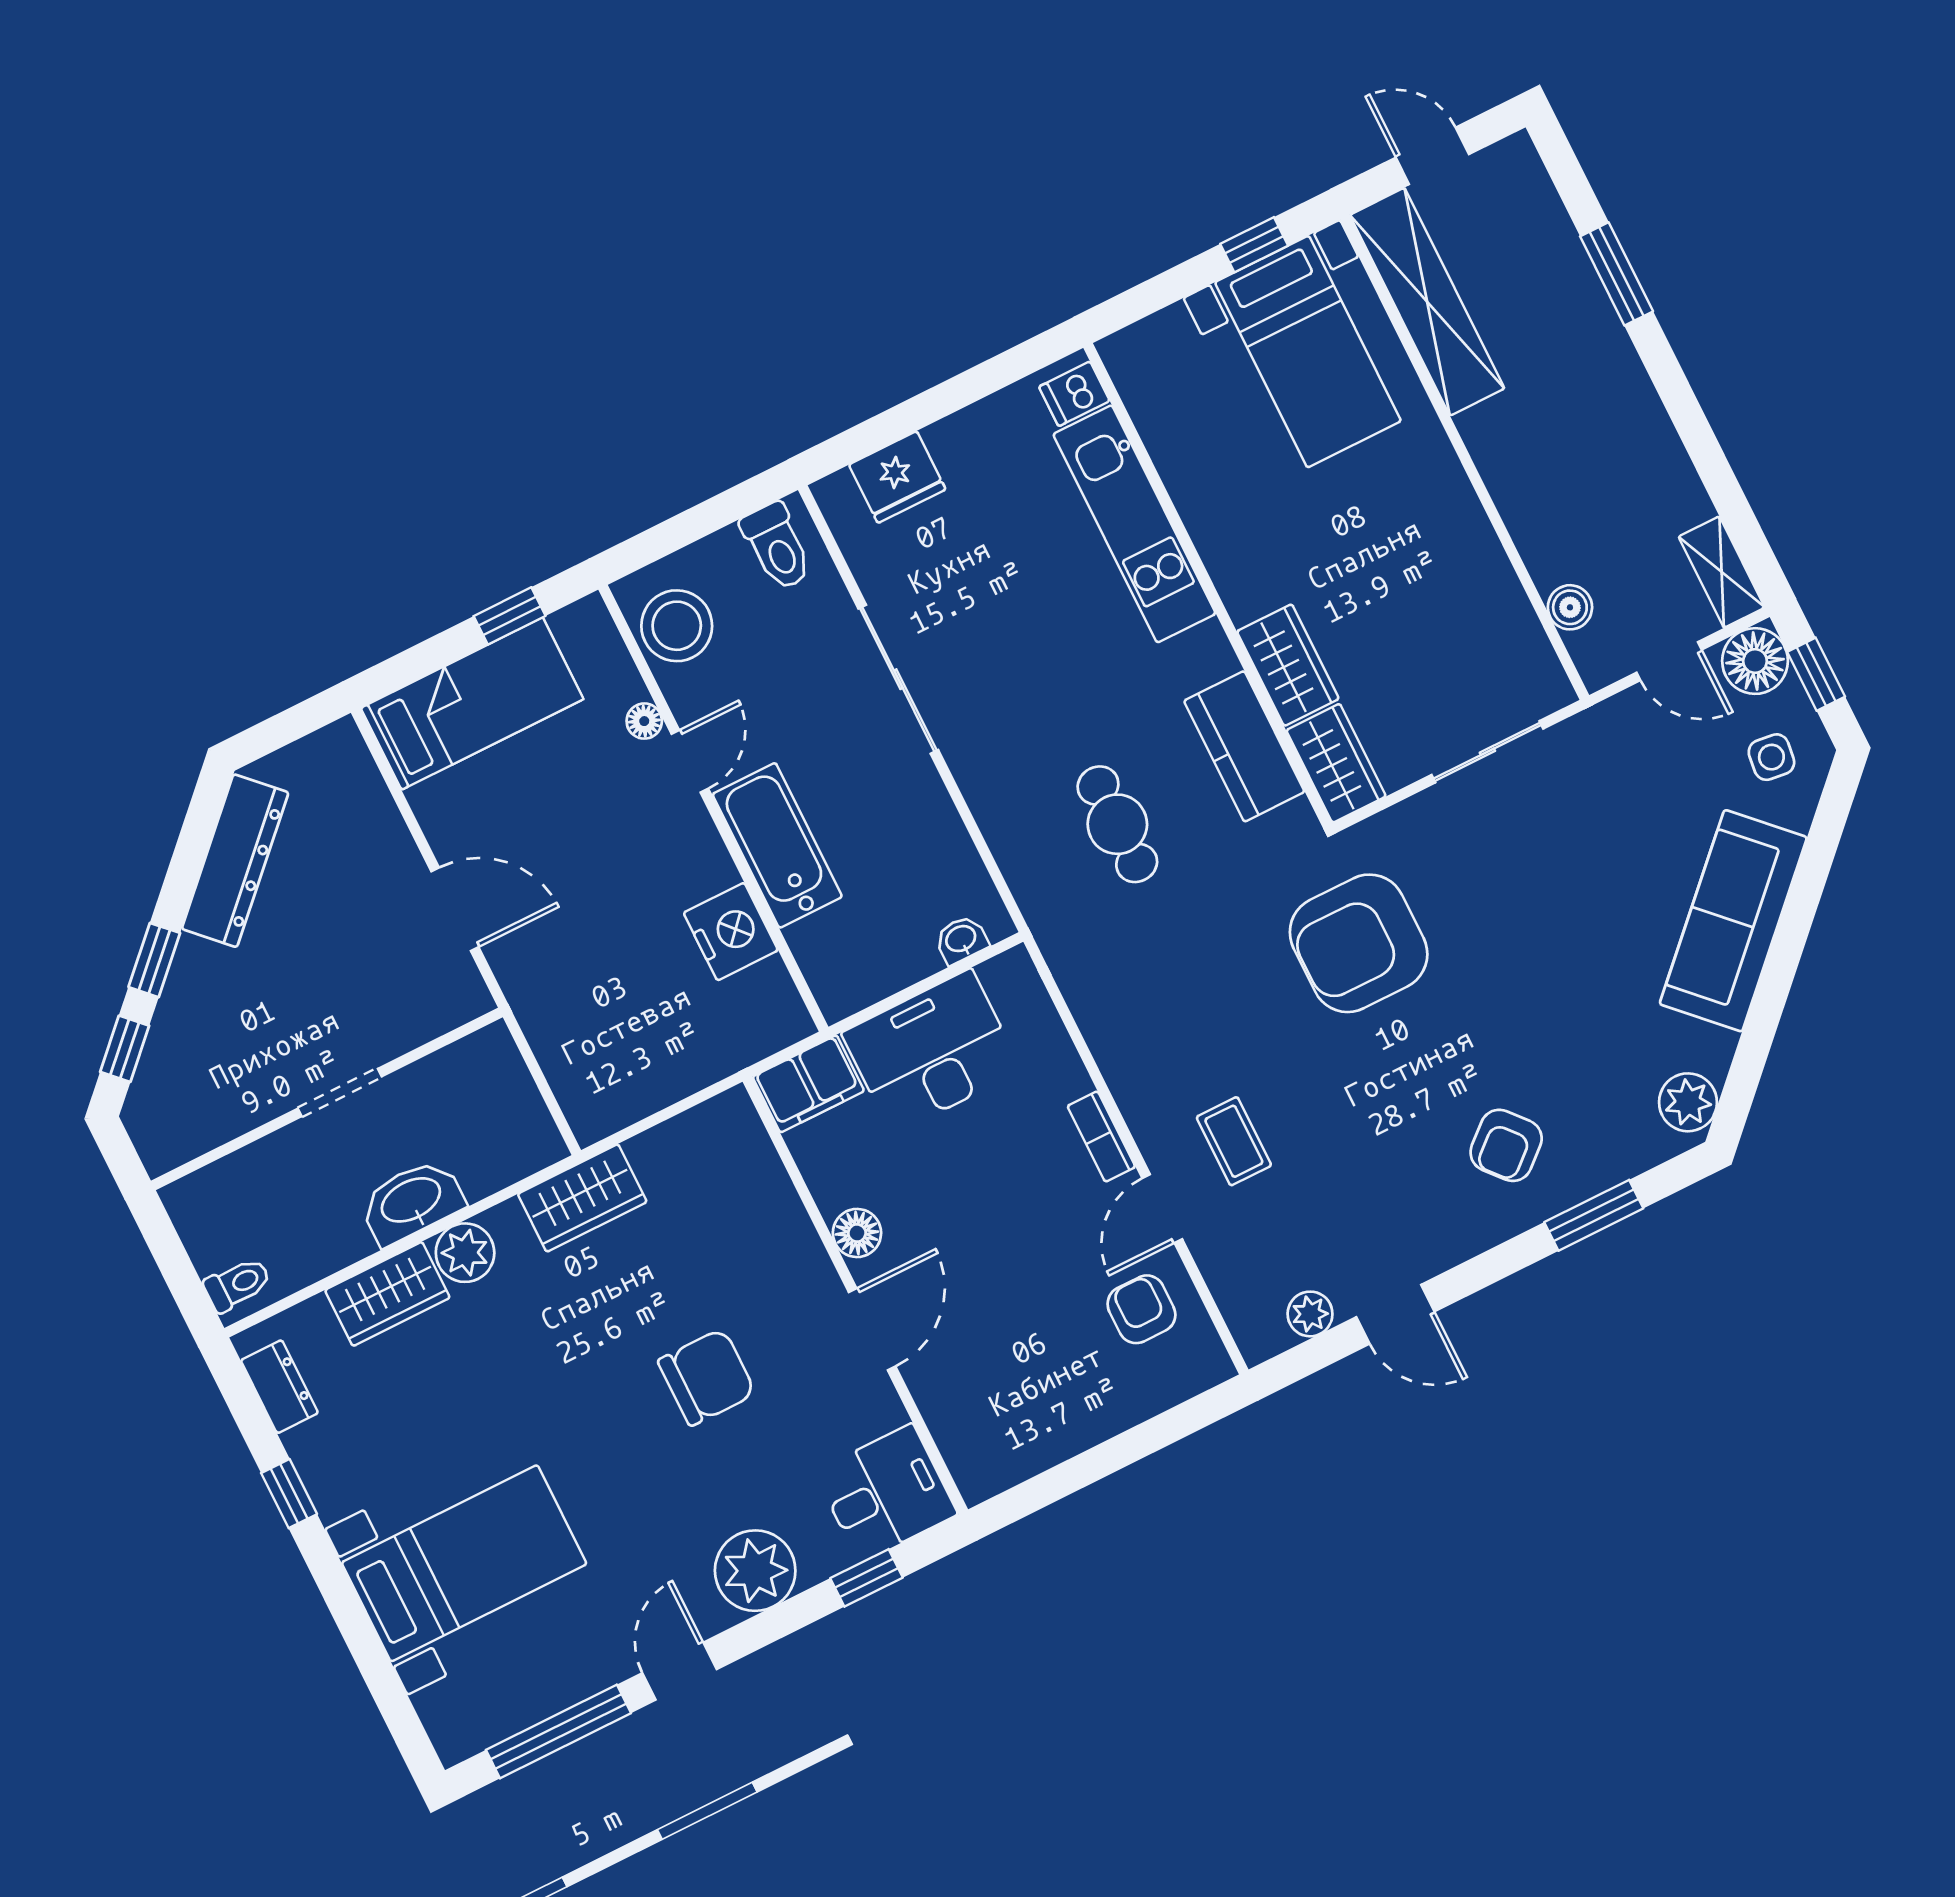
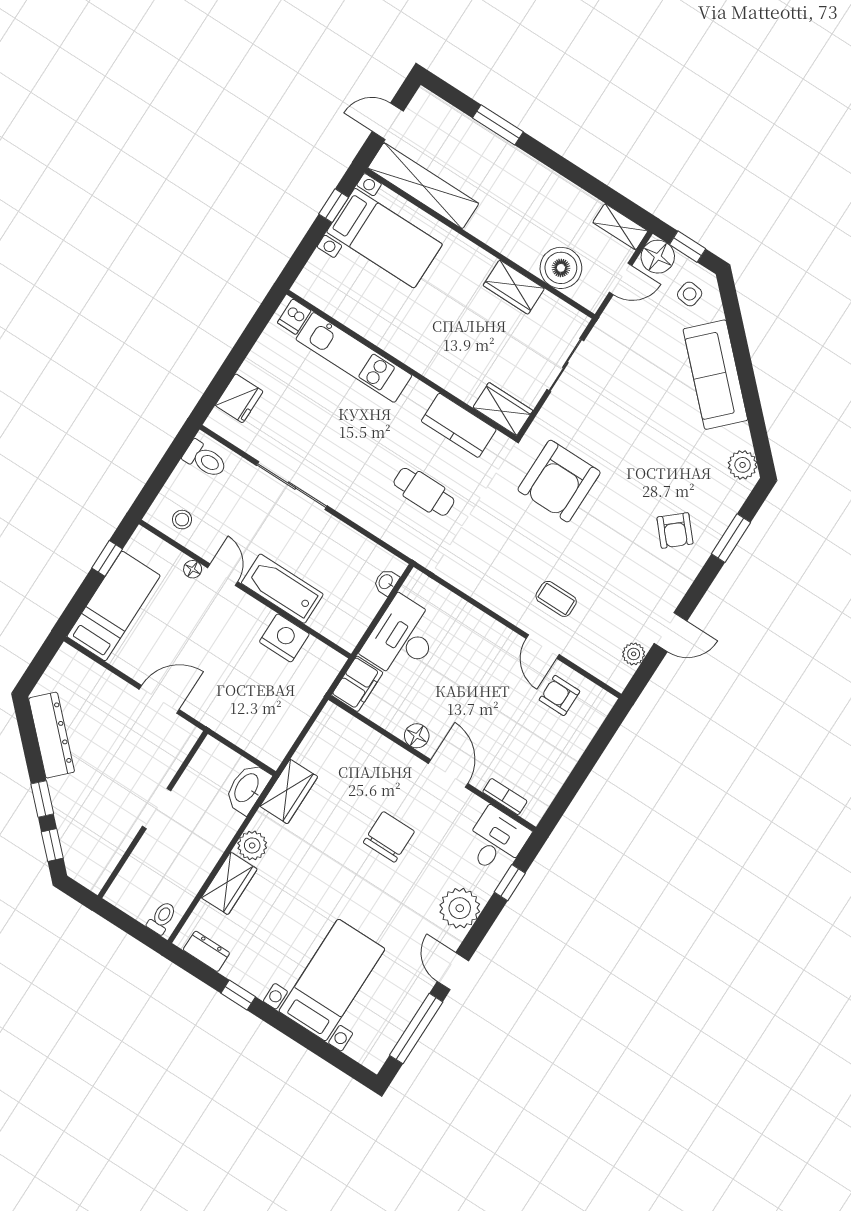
boiler: (1570, 607) -> (561, 268), width x1.86, depth x1.86
stool: (677, 626) -> (182, 520), width x0.53, depth x0.53
wardrobe: (1288, 665) -> (514, 287), moved, turned 180
bookcase: (1101, 1137) -> (505, 797), moved, turned 180
washbasin: (412, 1202) -> (247, 788), moved

